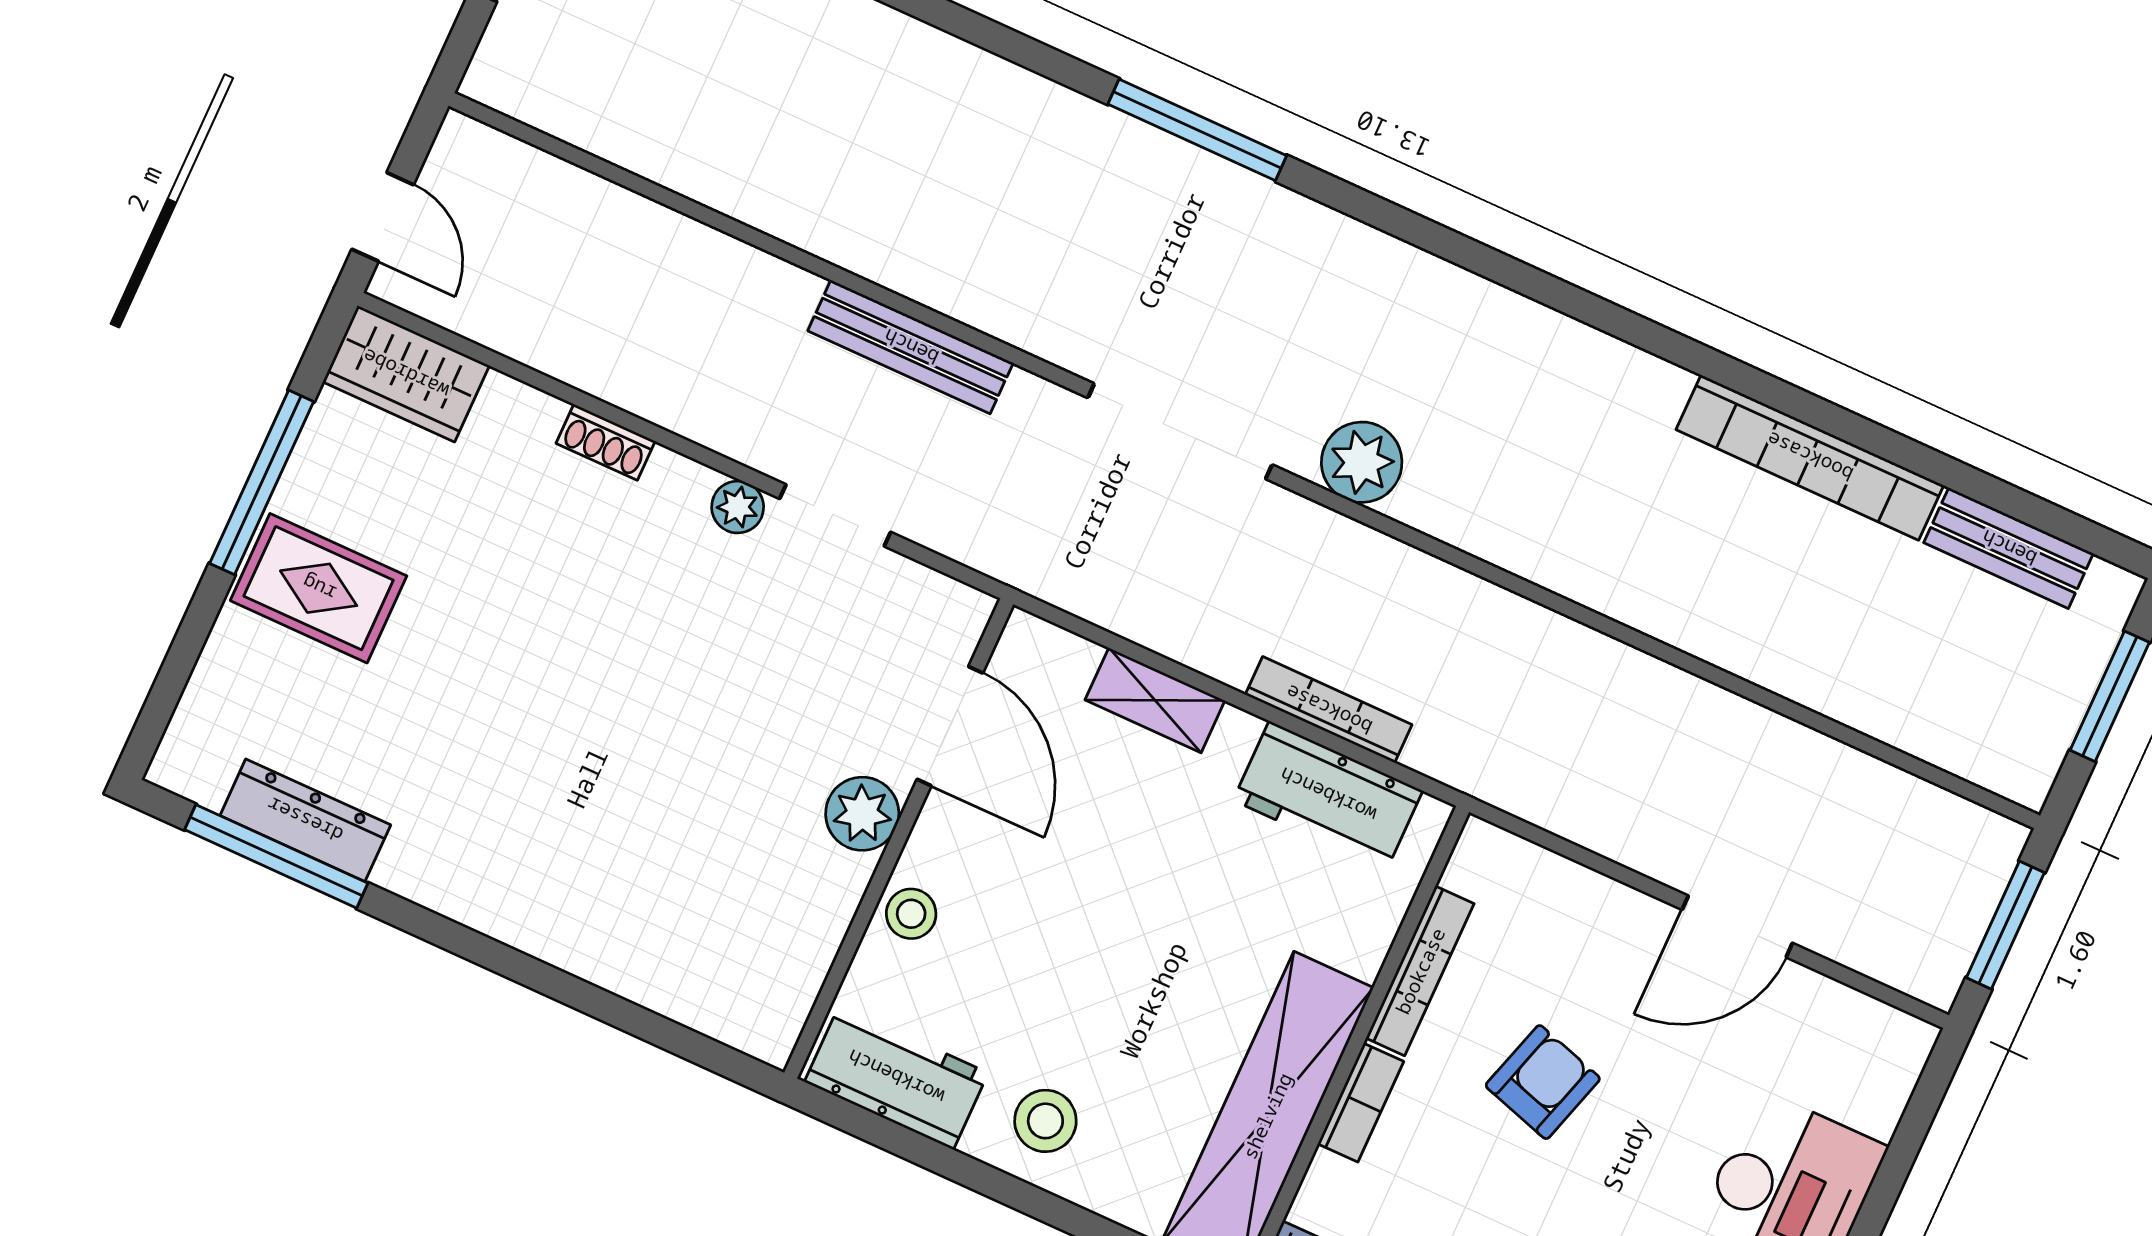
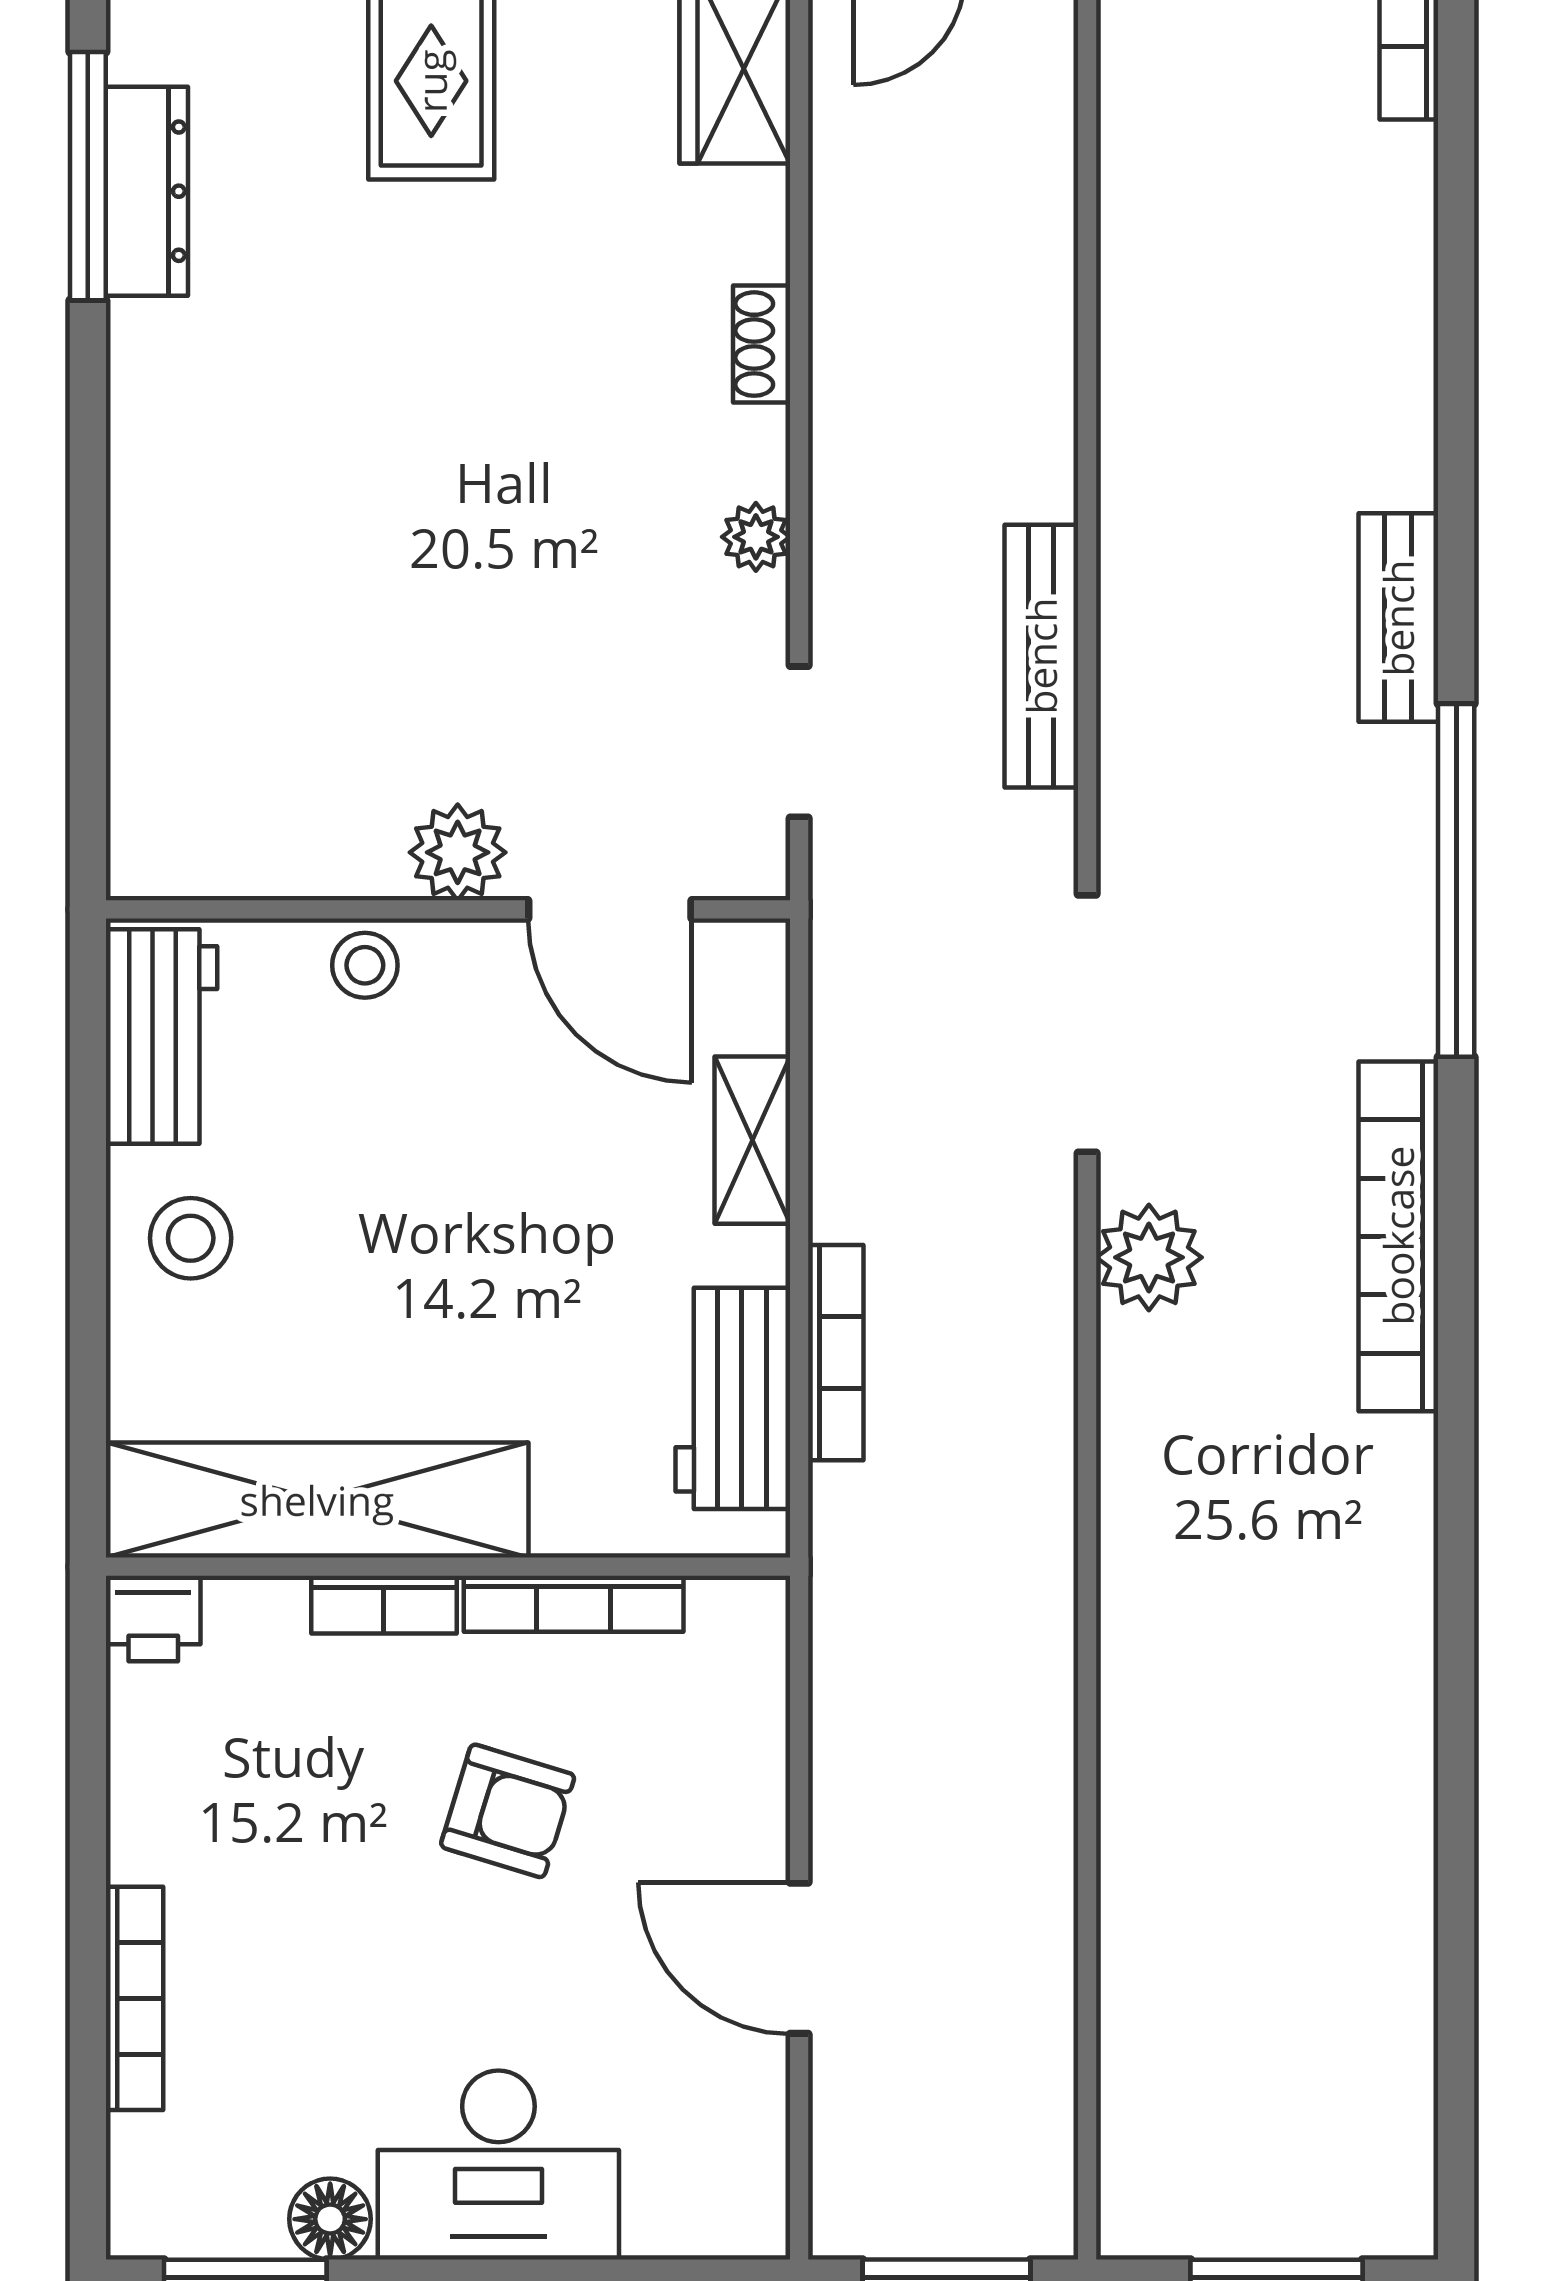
window: (1197, 130) -> (1456, 880), width x1.46
bookcase: (1810, 457) -> (1398, 1236), moved
doorway: (835, 515) -> (799, 742), moved
bench: (2009, 548) -> (1398, 618), moved
door: (950, 726) -> (610, 909), hinge flipped

